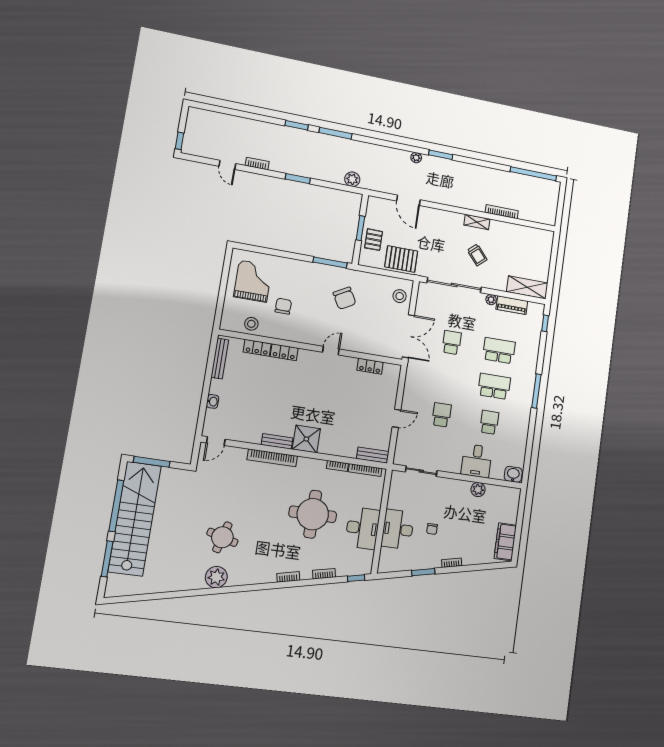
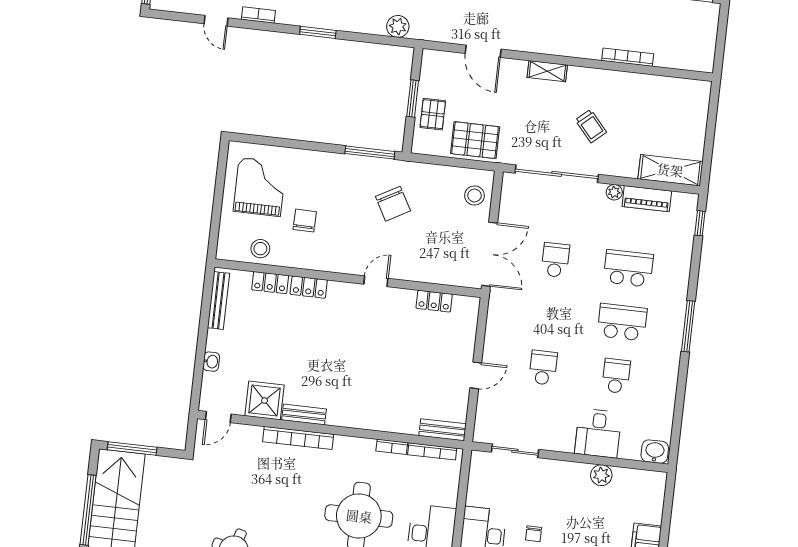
shelving: (477, 222) -> (547, 71), moved
shower: (306, 439) -> (265, 401), moved

